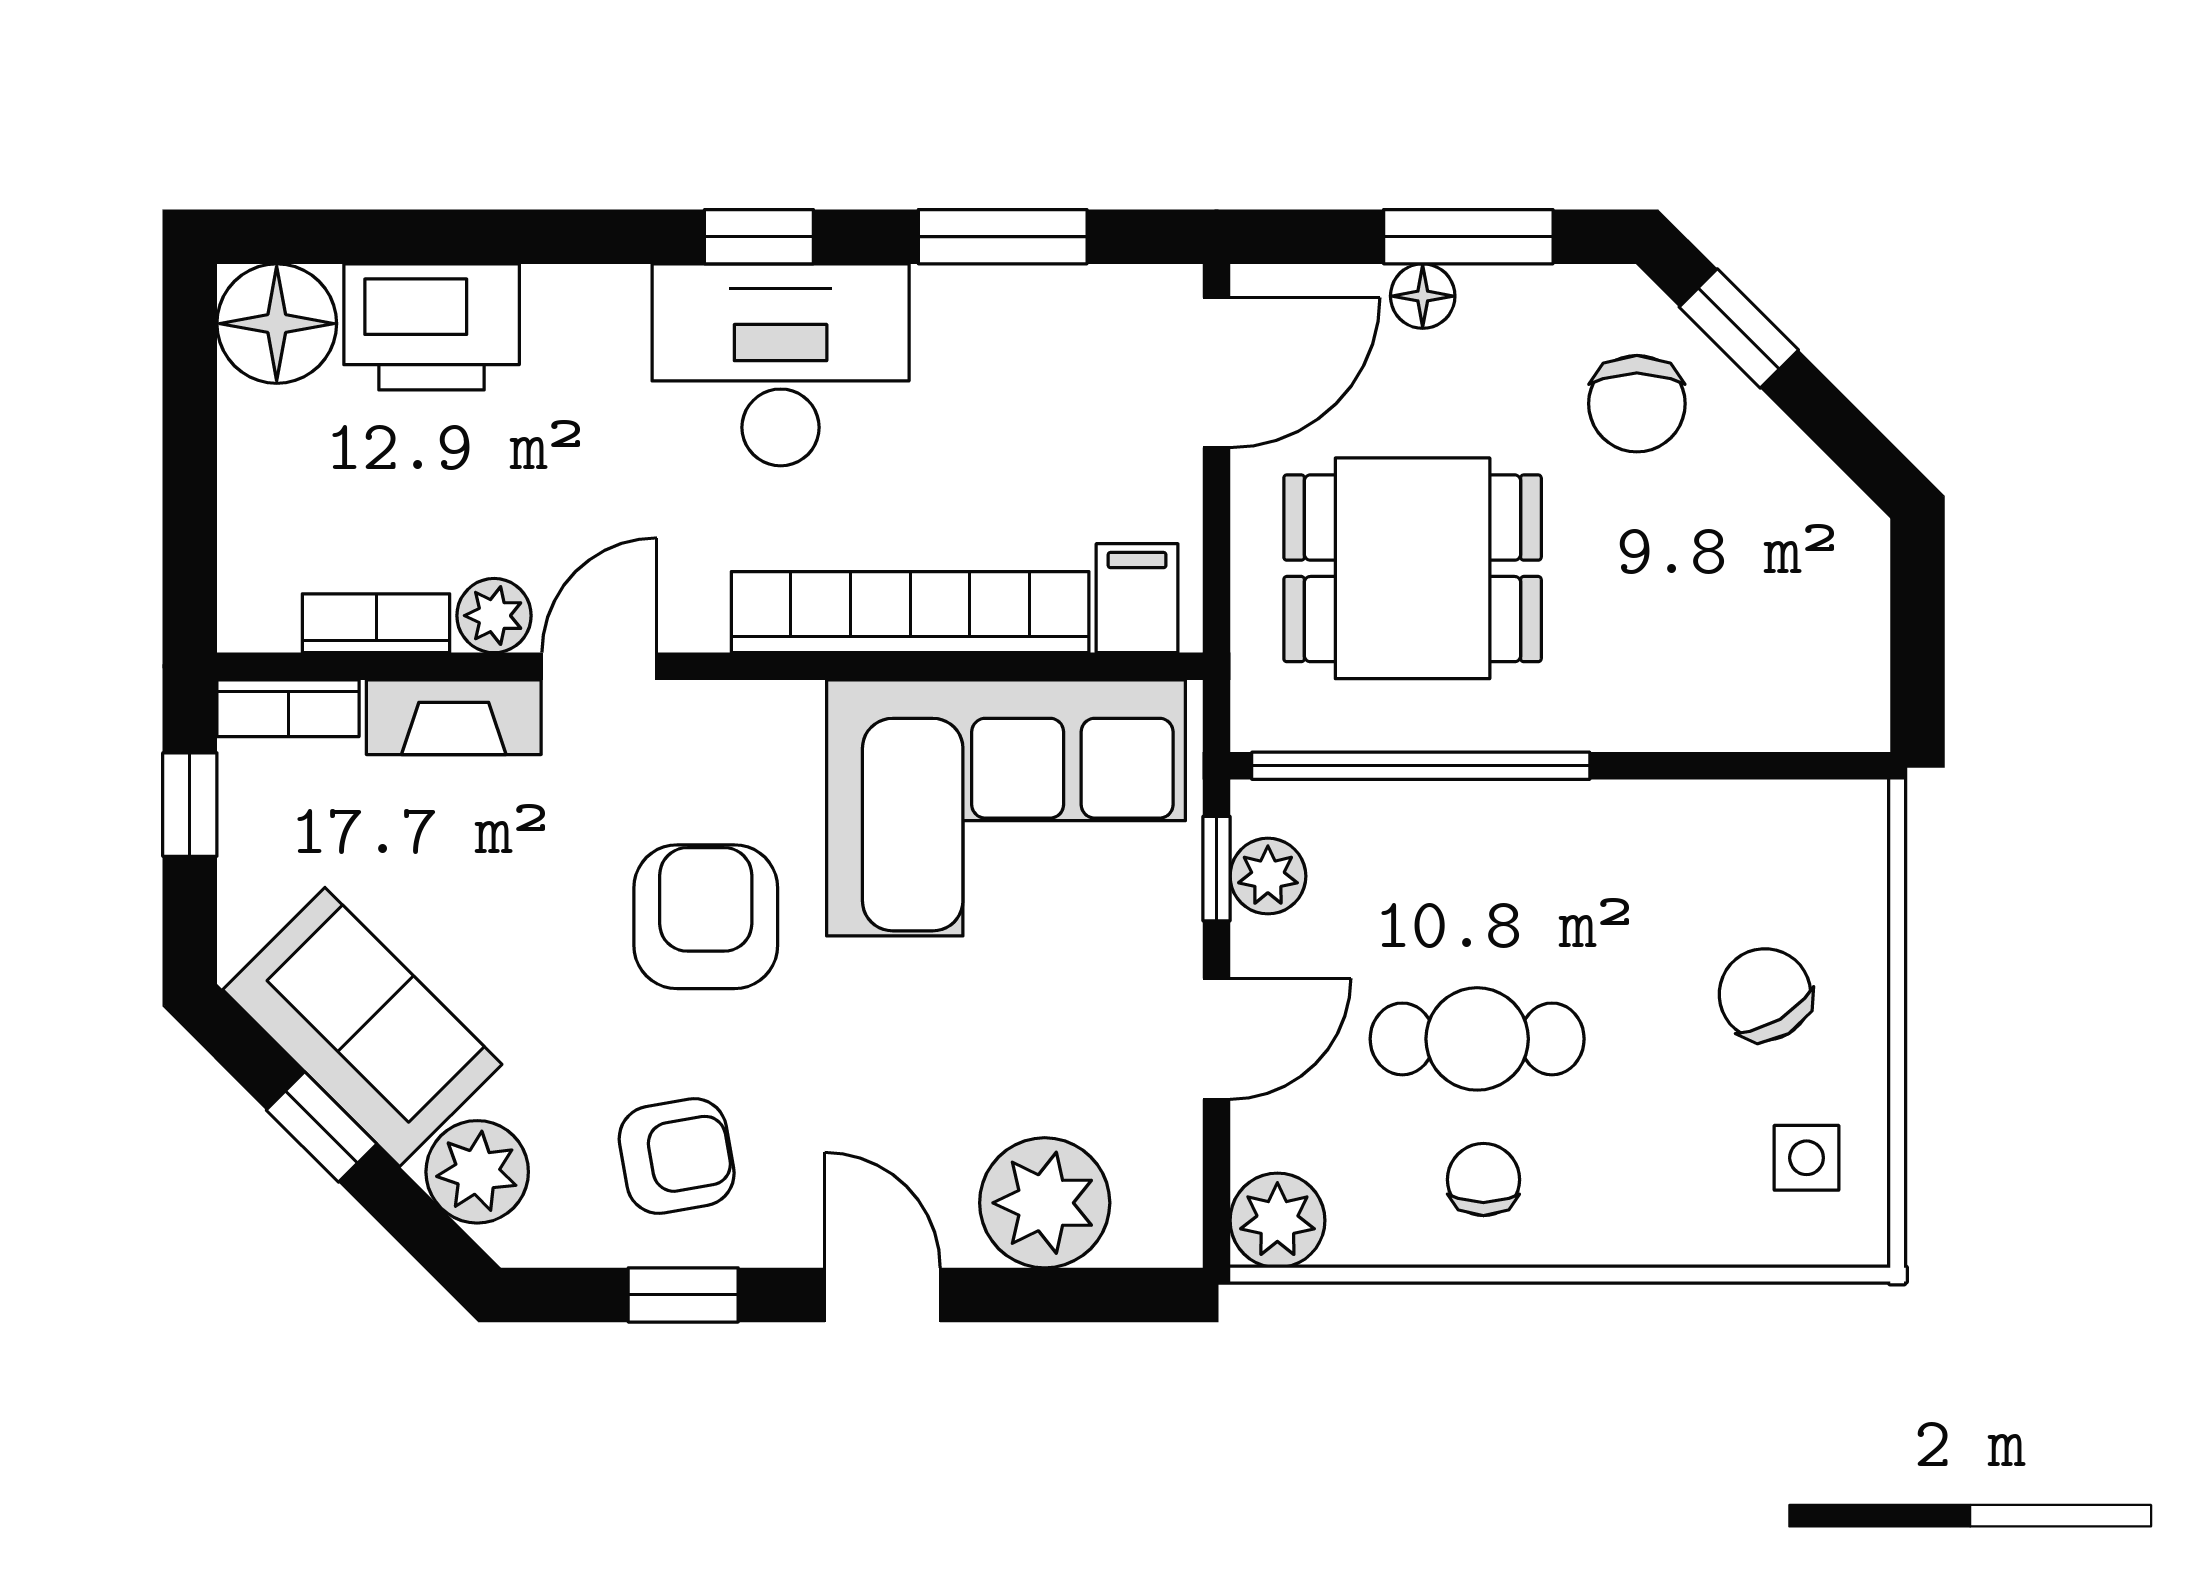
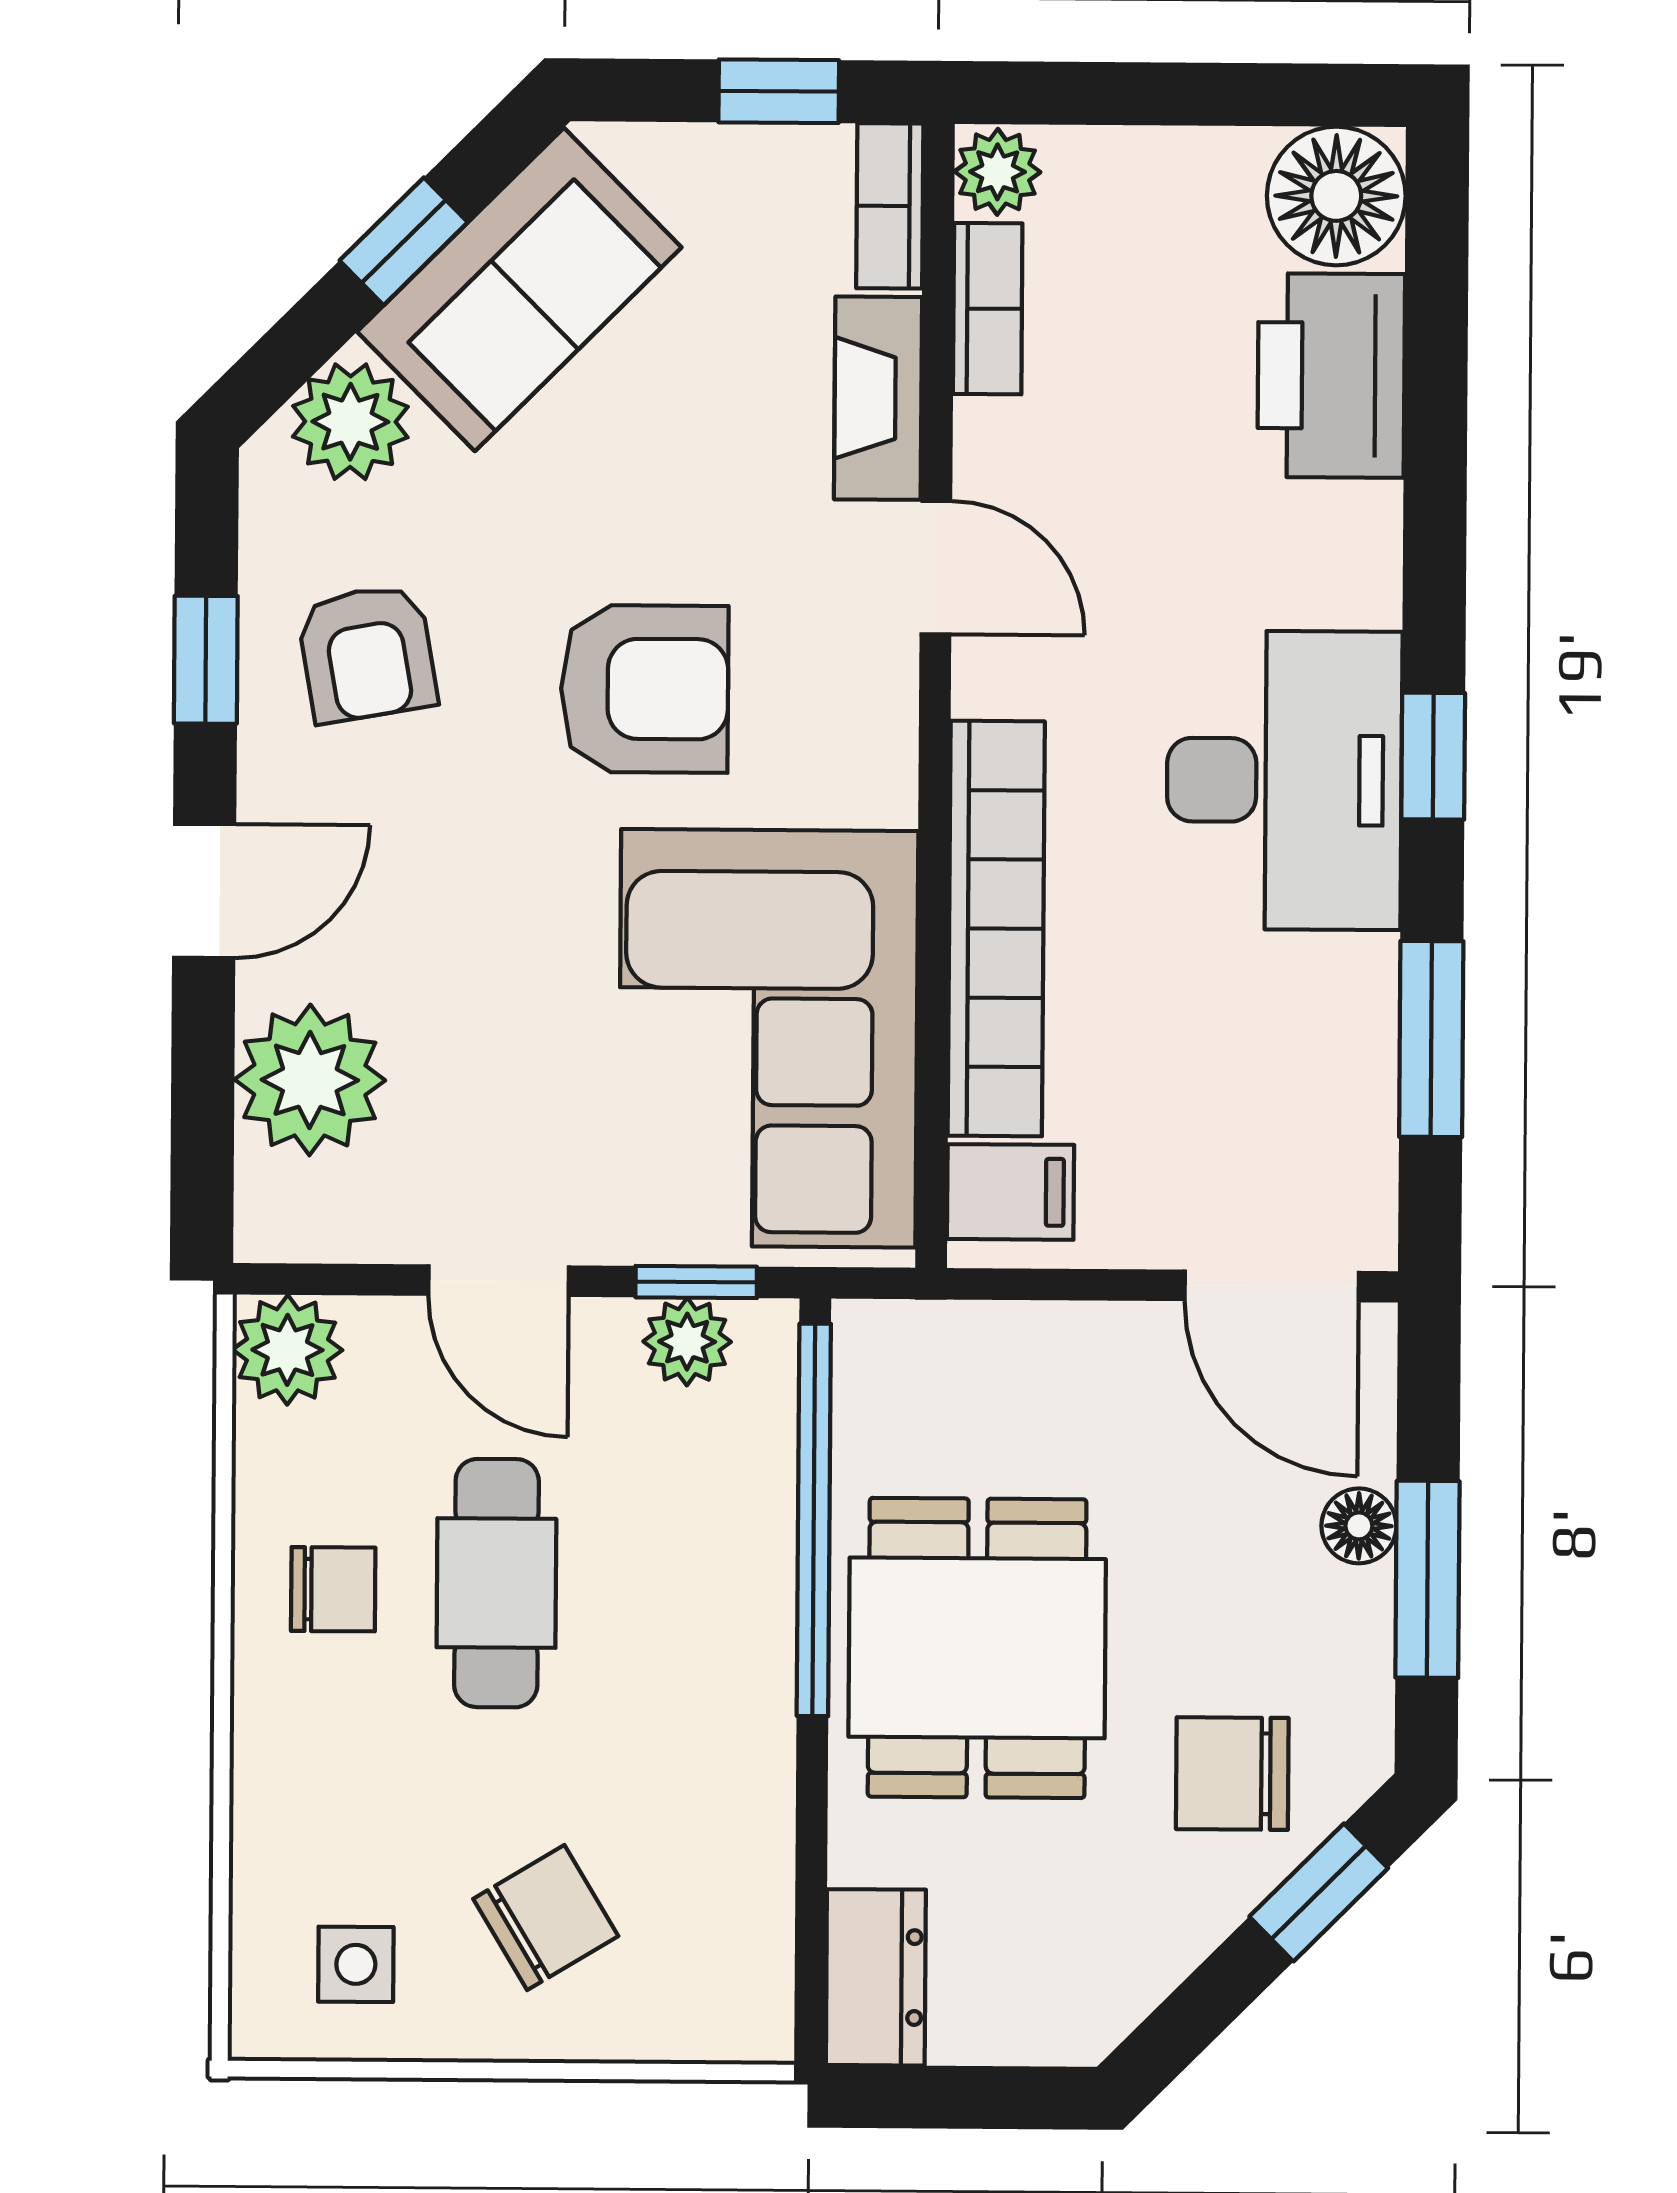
dining table: (1413, 568) -> (977, 1648), moved
plant: (494, 616) -> (998, 172), moved
dresser: (1815, 710) -> (876, 1977), added

